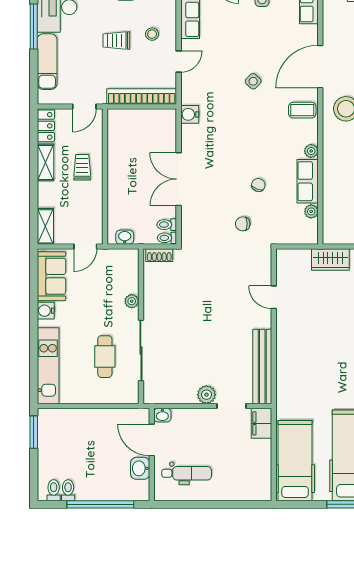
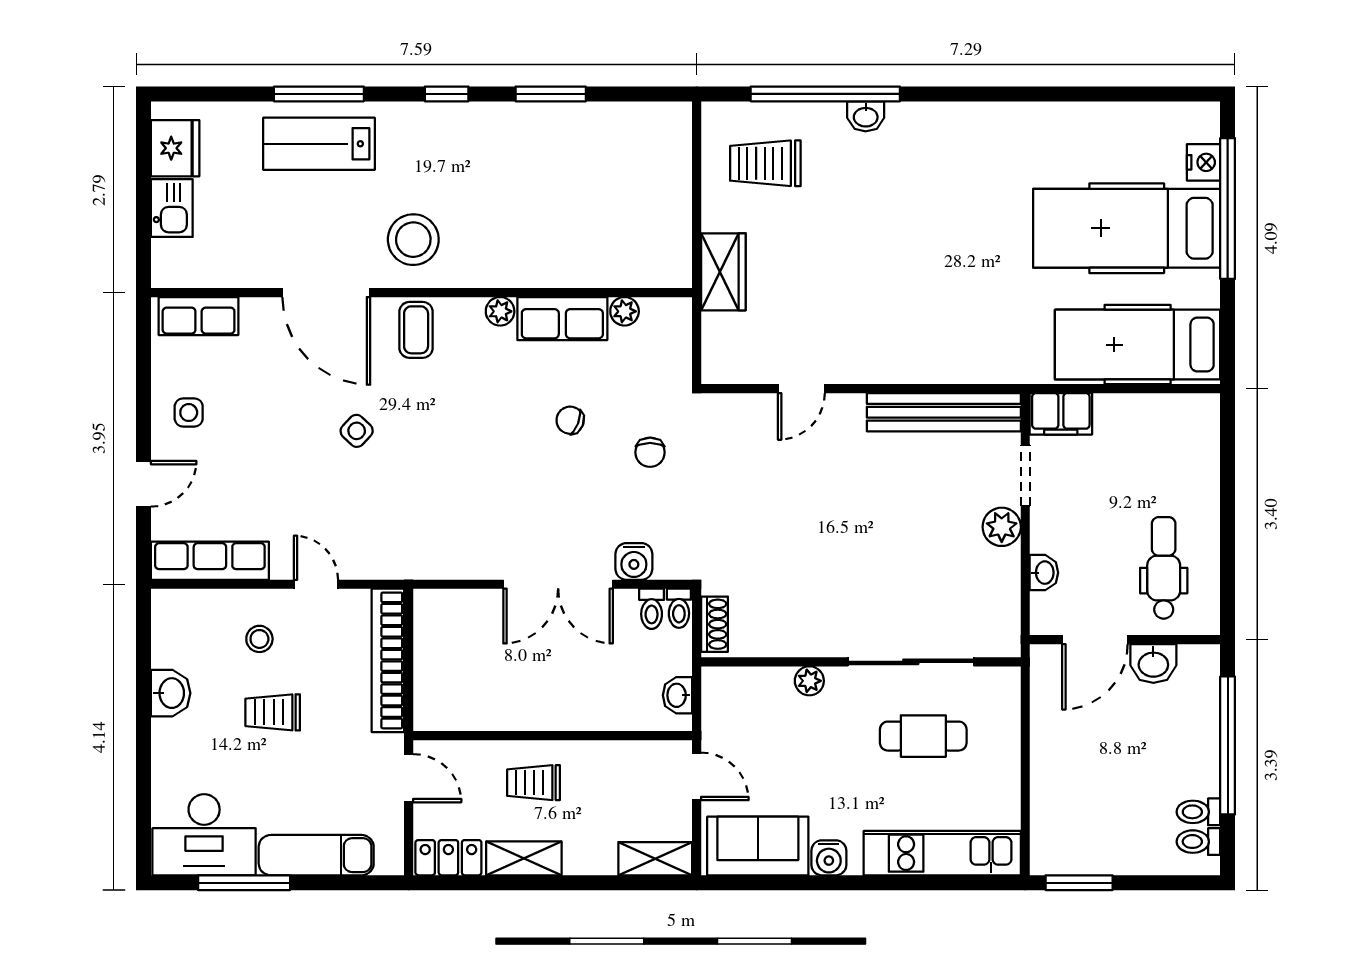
trolley: (116, 41) -> (273, 712), turned 90
water cooler: (190, 114) -> (634, 561), moved
washbasin: (162, 415) -> (1044, 573), moved

